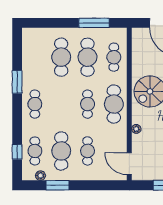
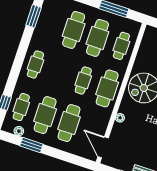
window: (17, 82) -> (34, 16), moved
cafe table: (88, 151) -> (69, 123), width x1.37, depth x1.35

